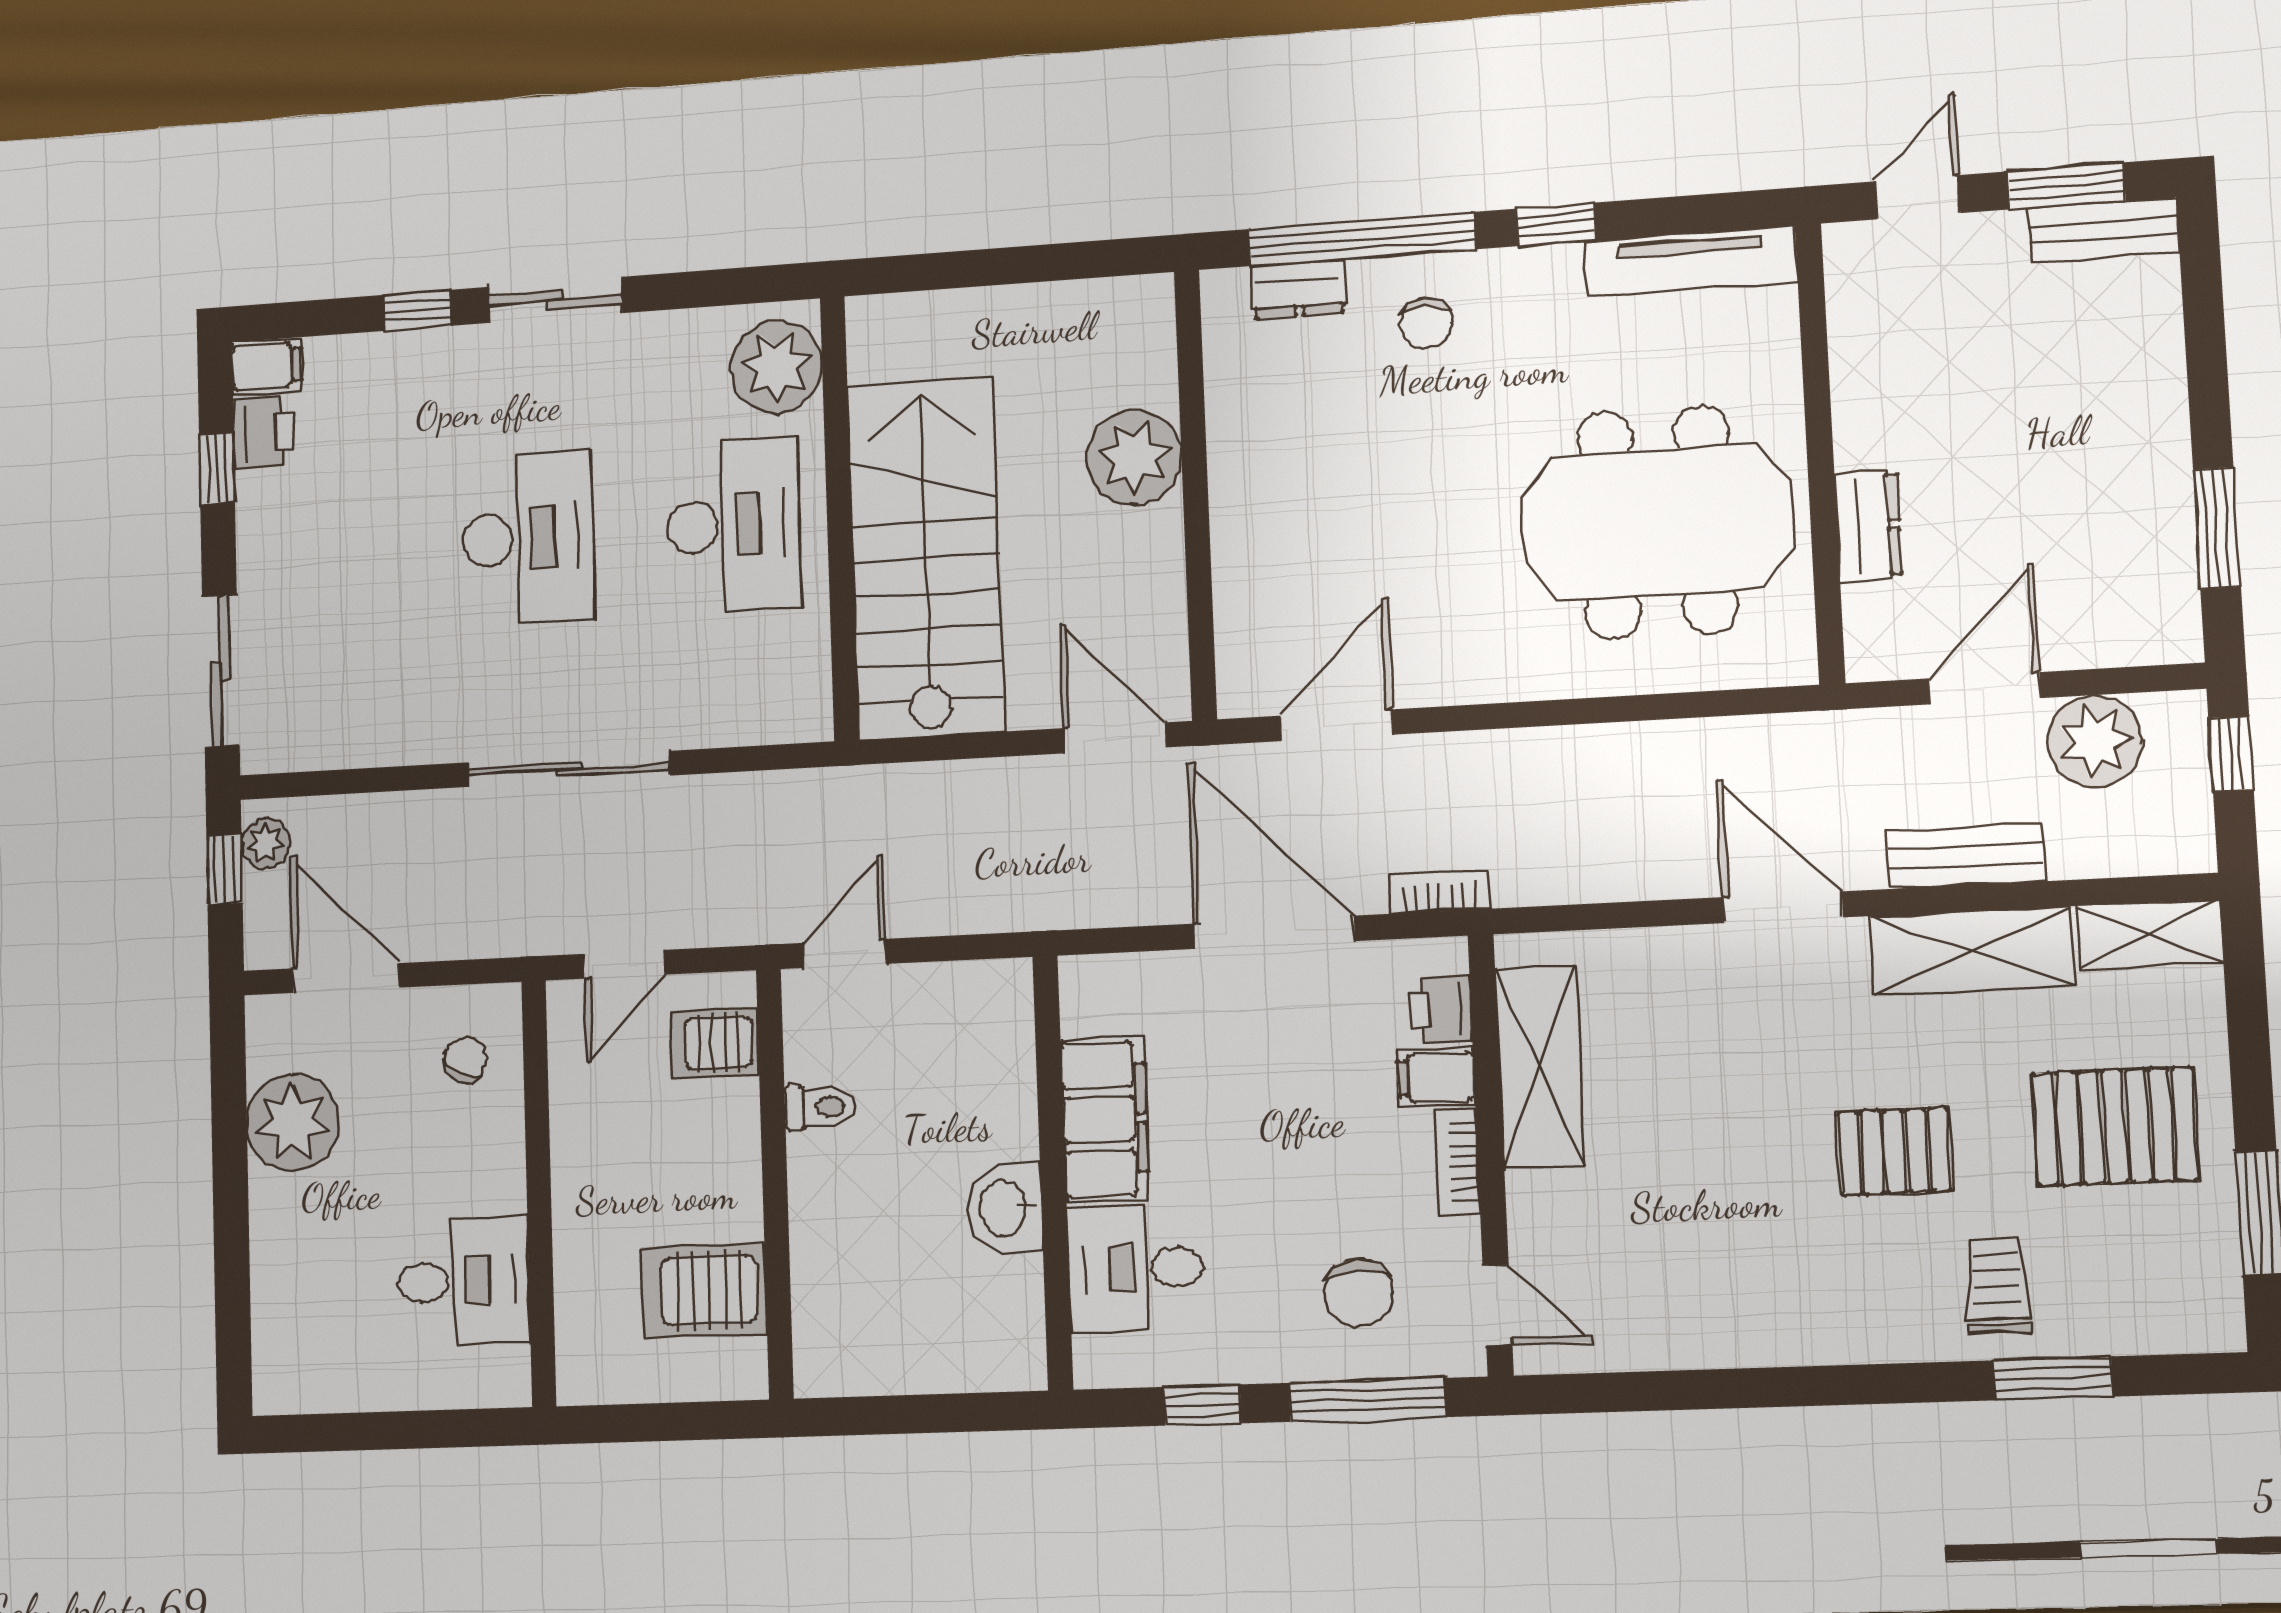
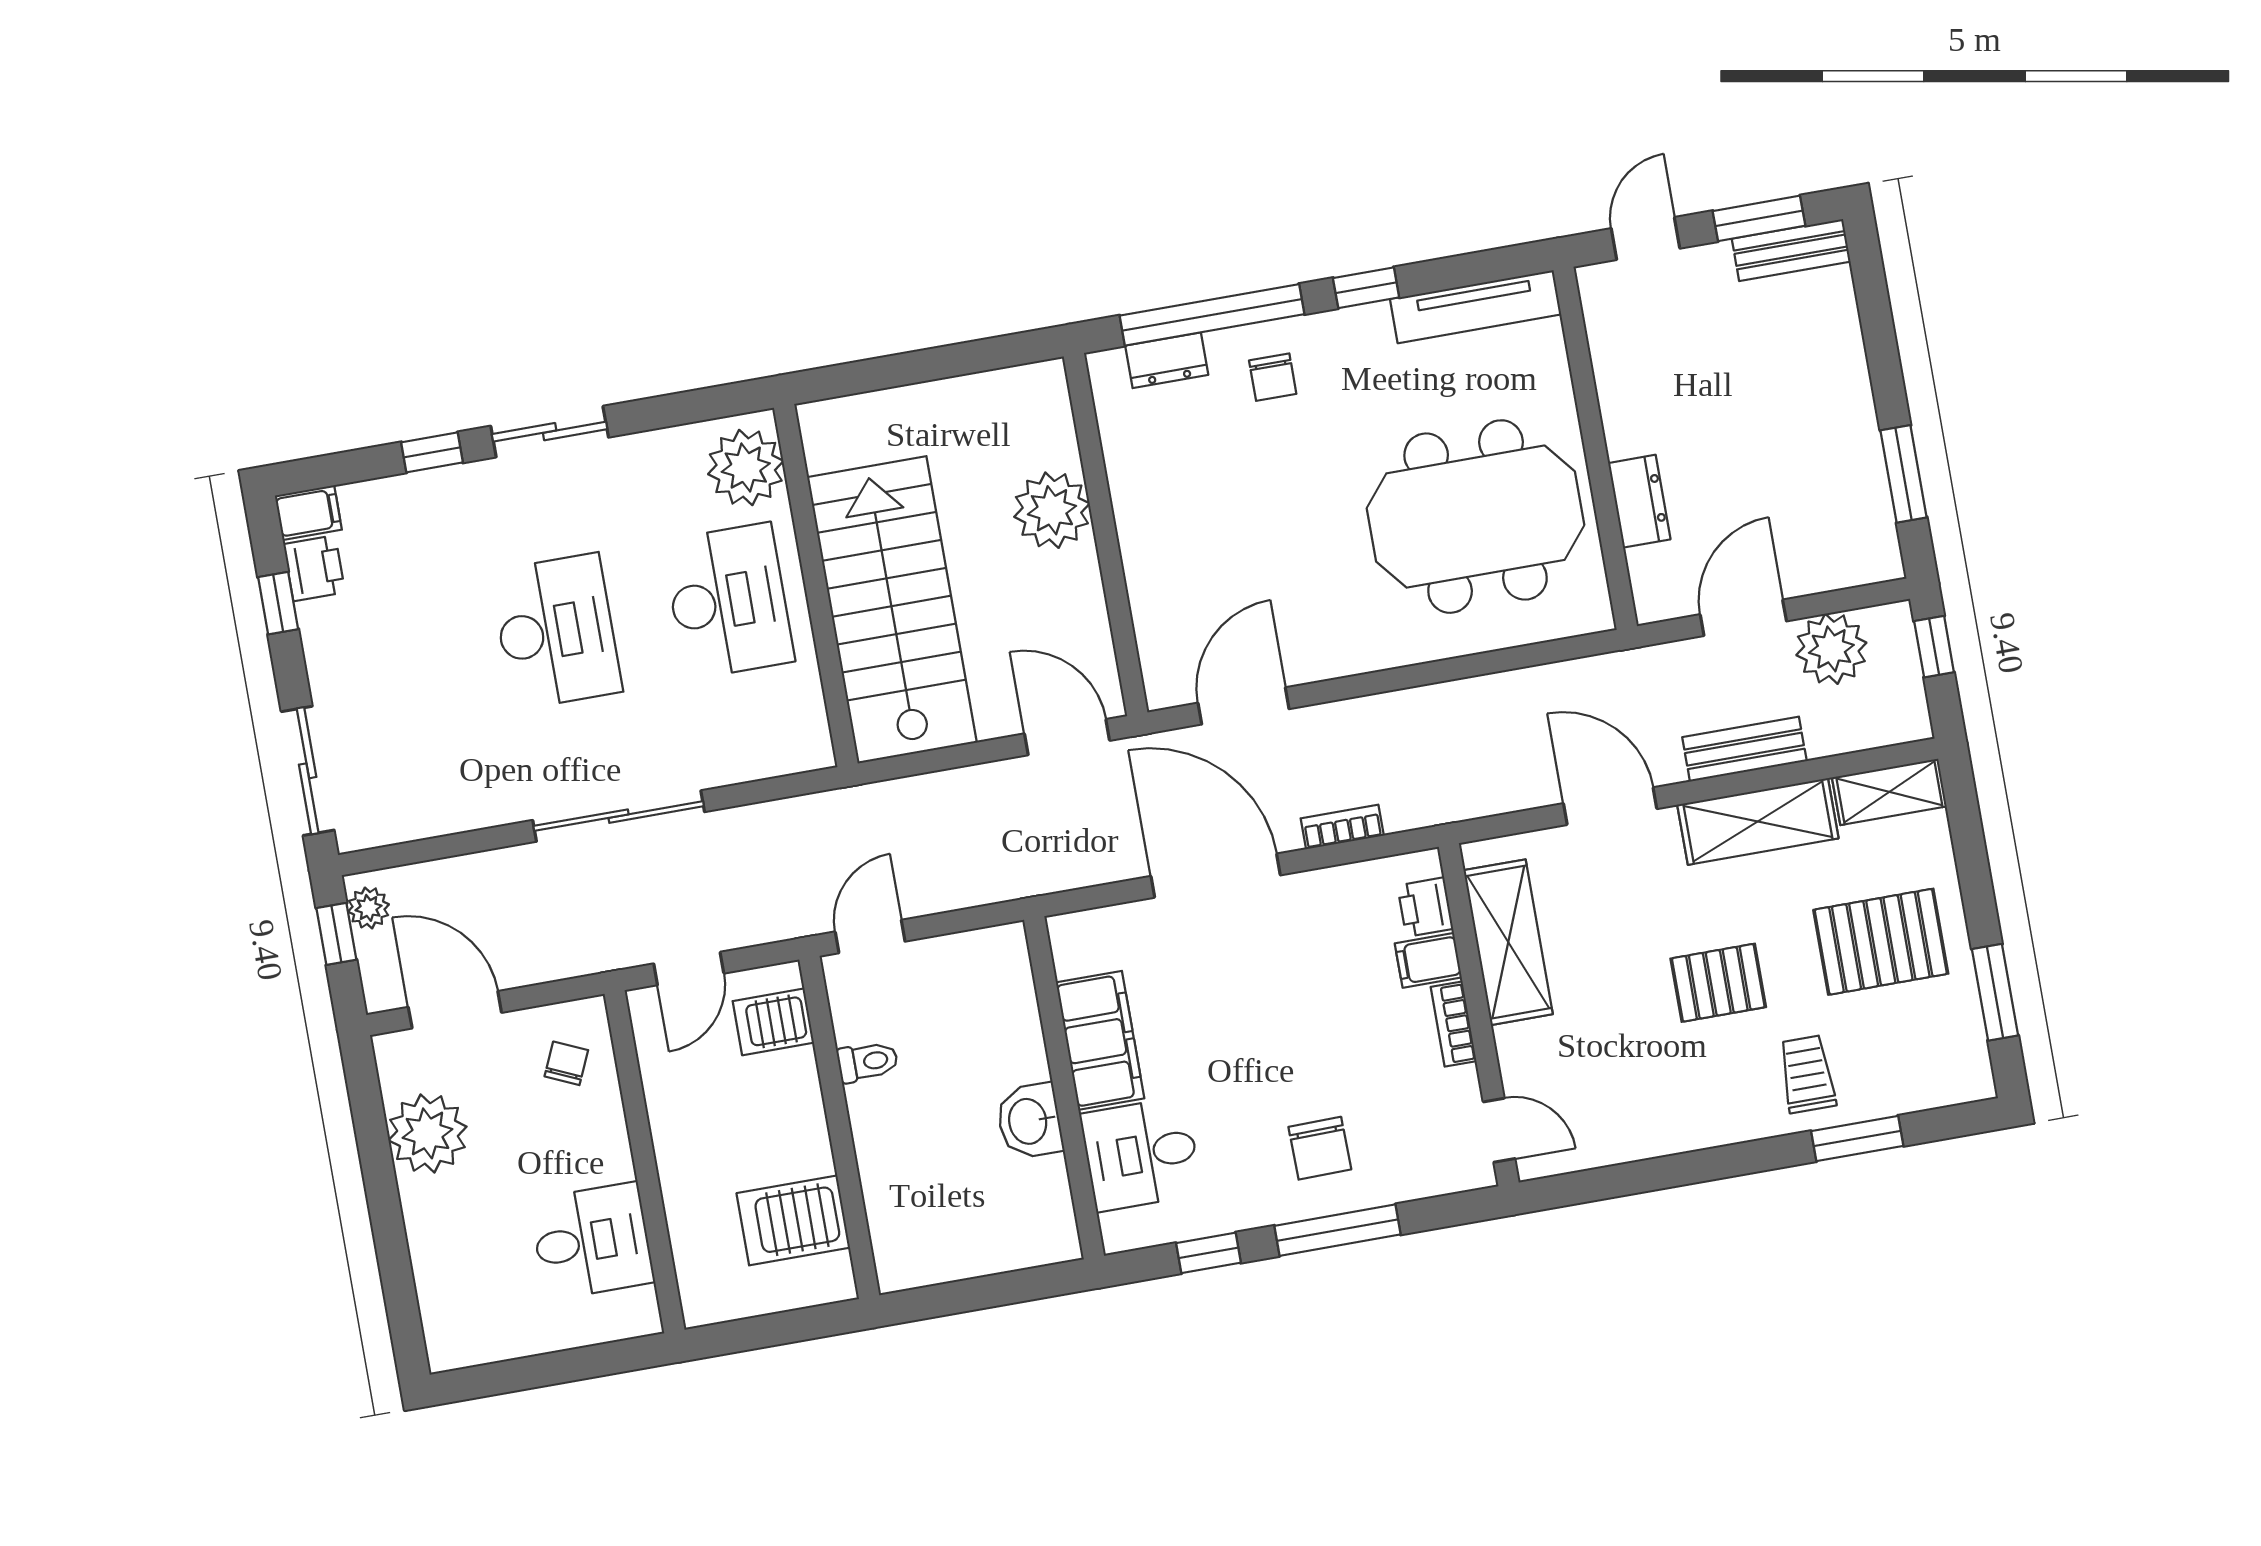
printer: (1441, 1010) -> (1425, 907), moved
shelving: (1540, 1068) -> (1508, 942), moved
filing cabinet: (1436, 1077) -> (1428, 960), moved
wall: (1491, 1154) -> (1479, 1015), moved
bookcase: (1457, 1162) -> (1454, 1024), moved
door: (1497, 1305) -> (1499, 1130), moved

